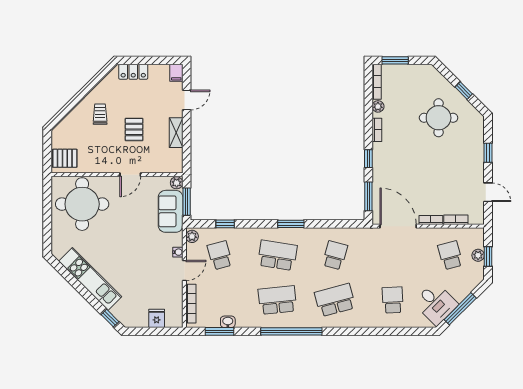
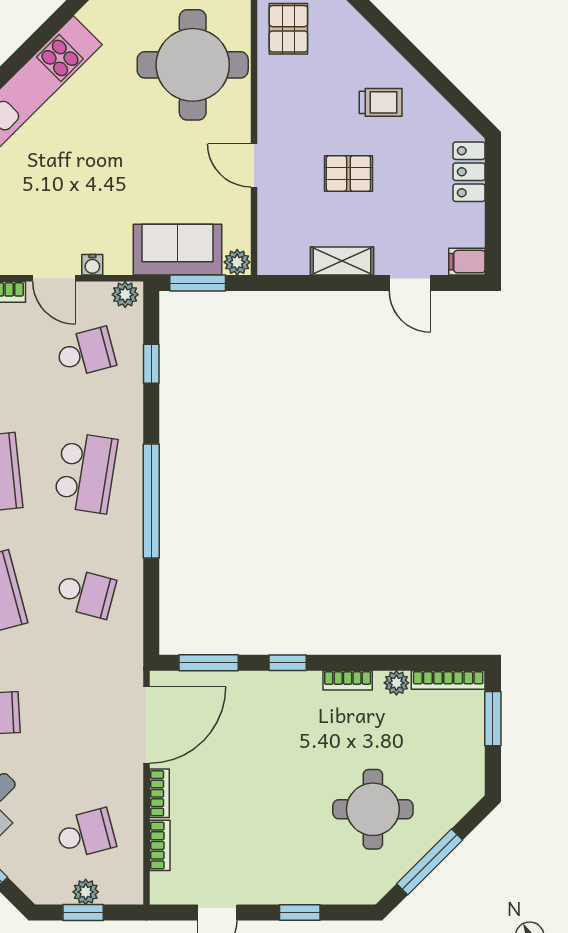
window: (464, 91) -> (430, 862), width x2.17
window: (291, 224) -> (151, 501), width x2.11

